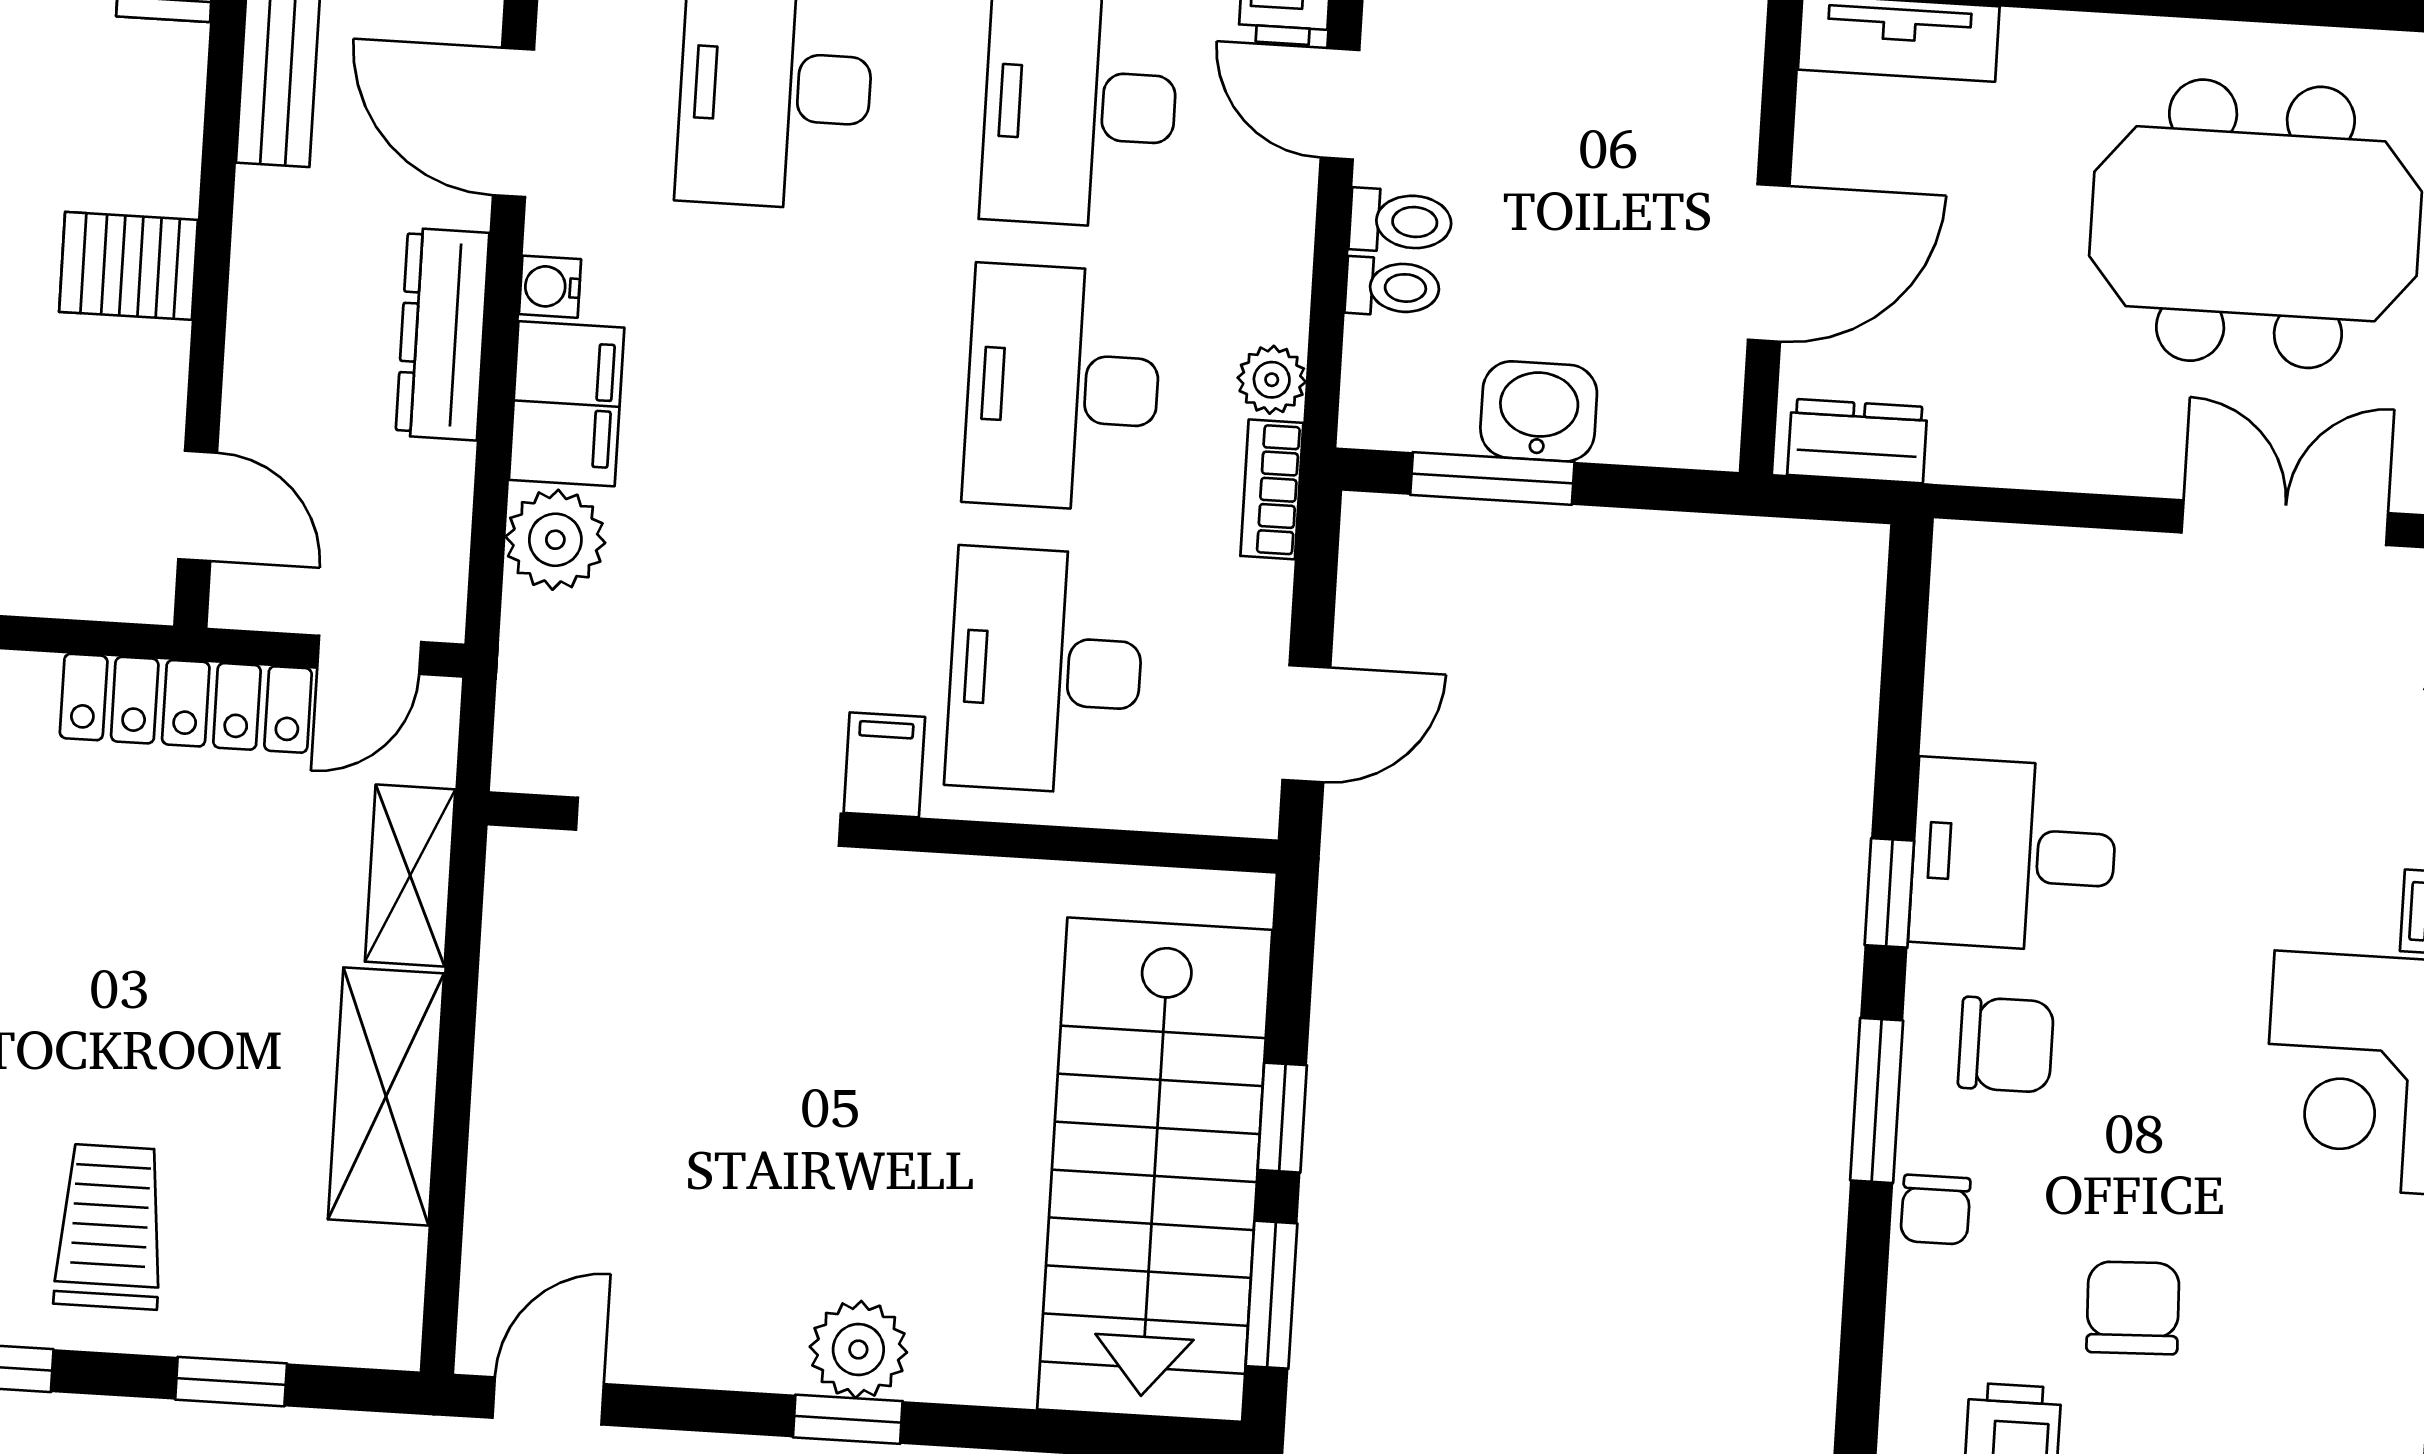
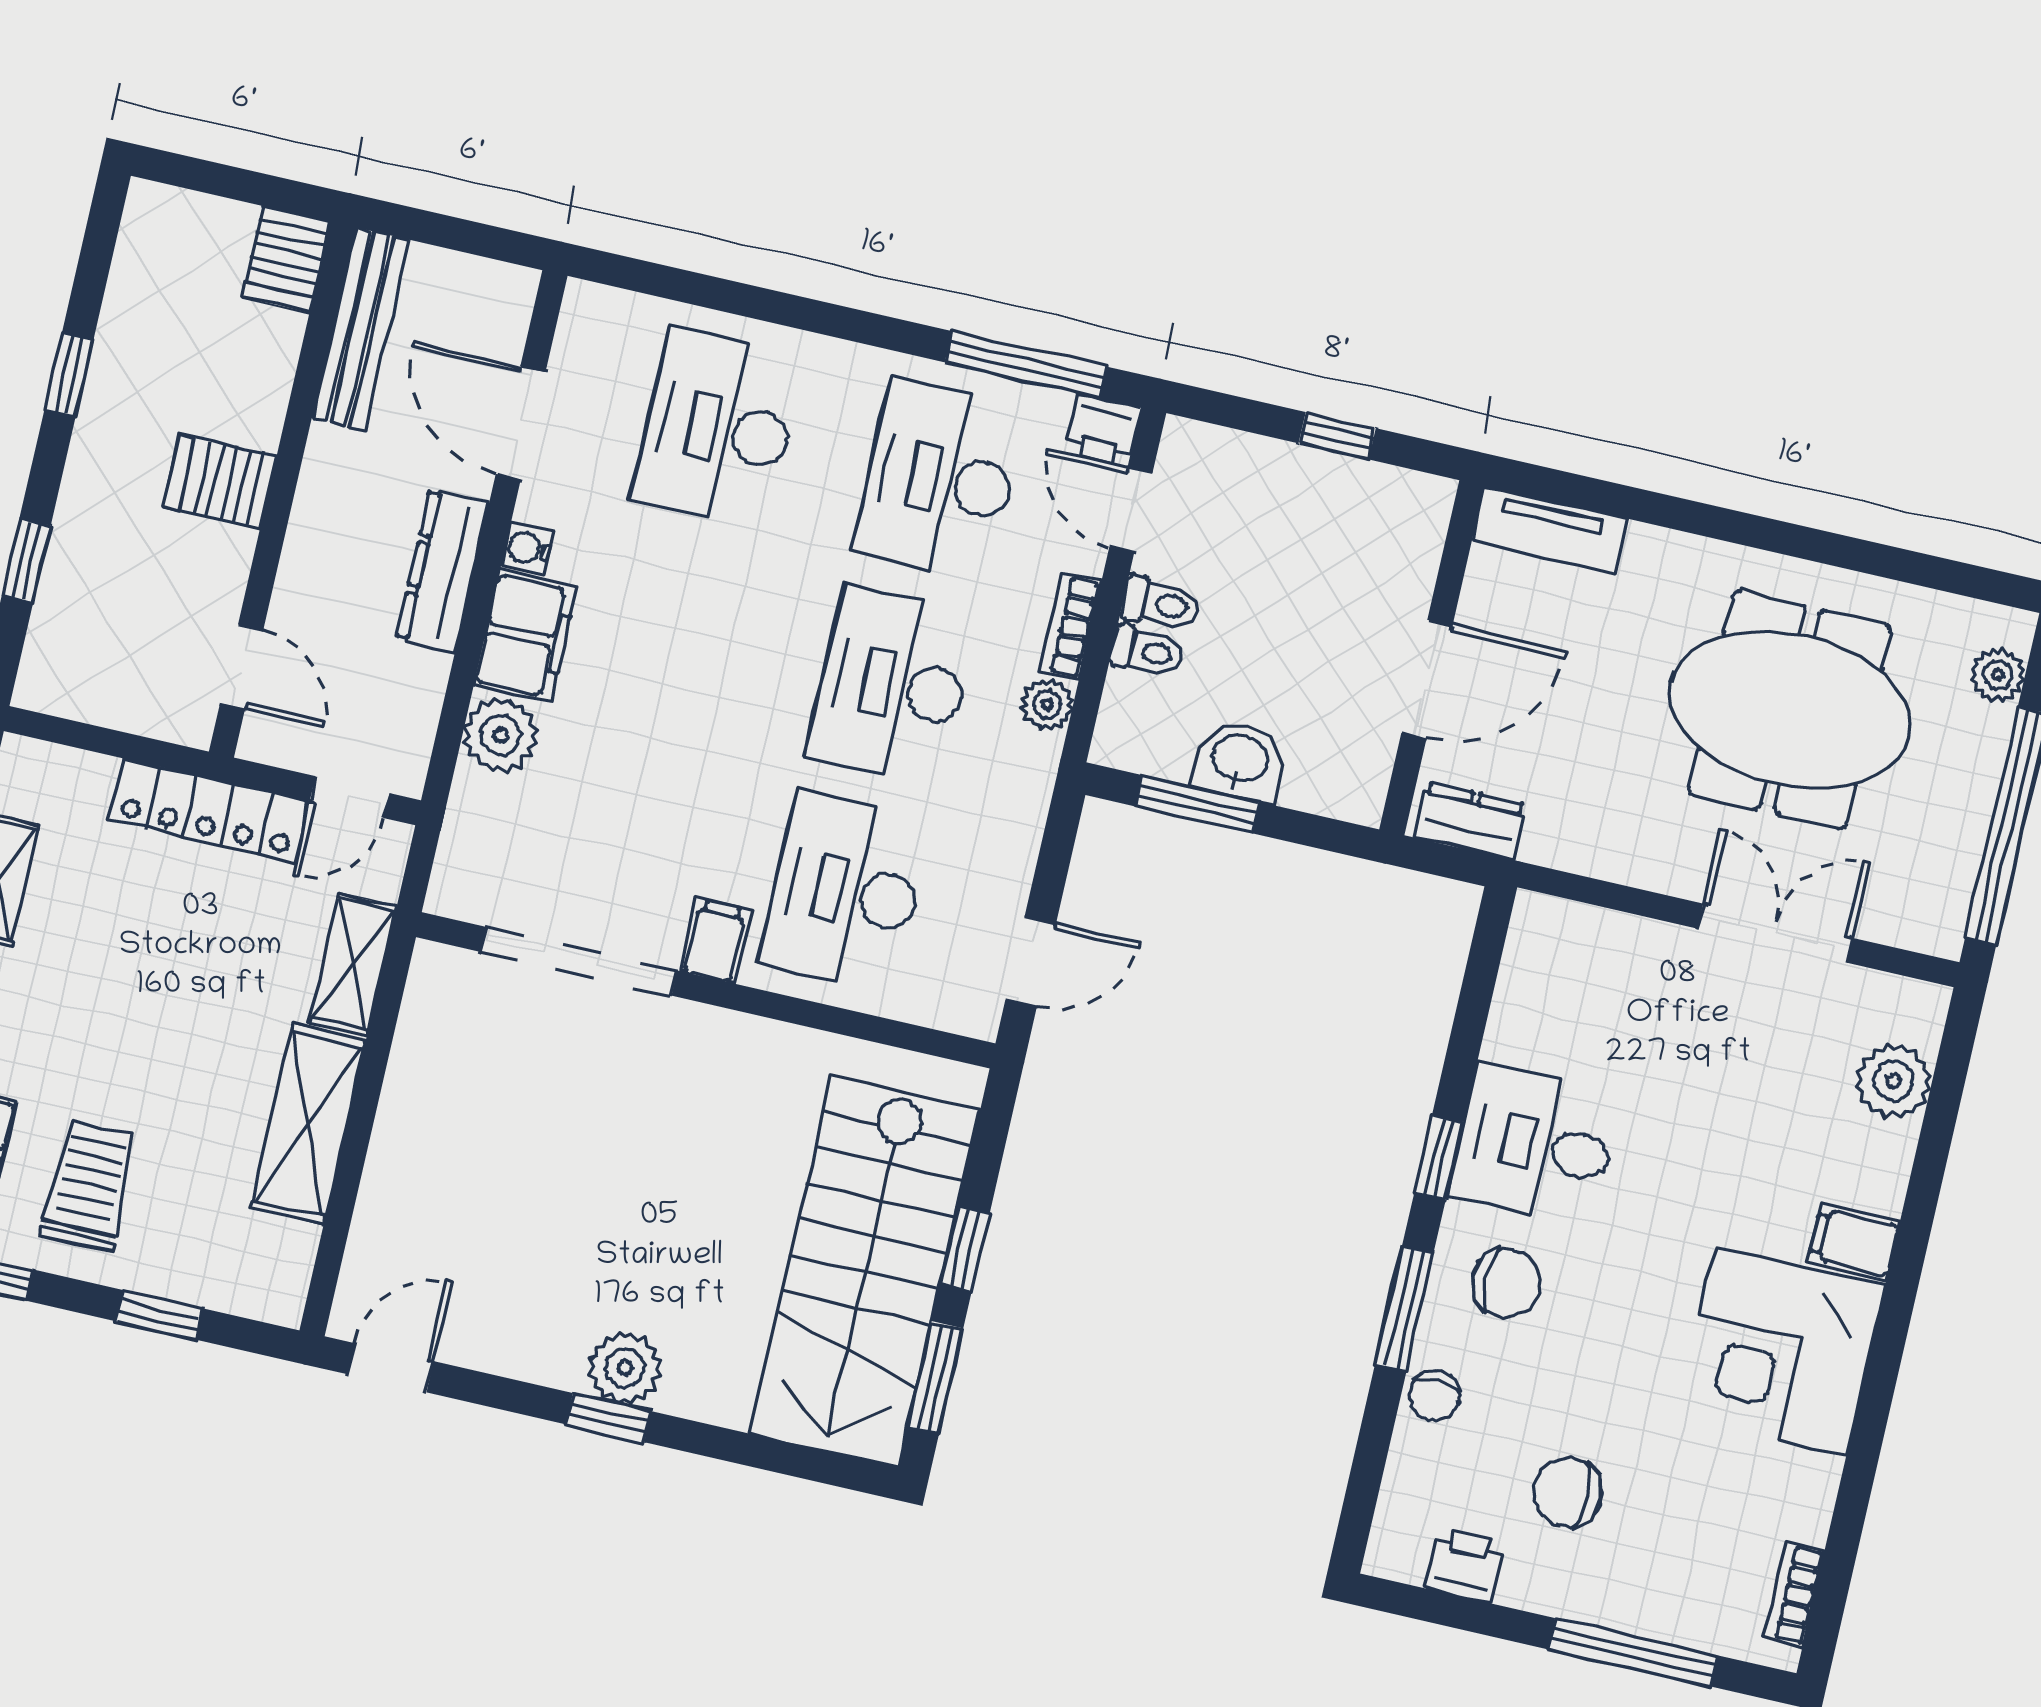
bookcase: (1272, 489) -> (1070, 626), moved
chair: (2133, 1308) -> (1567, 1492), turned -88

